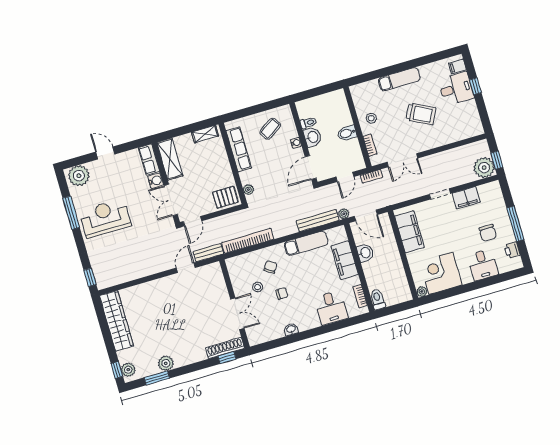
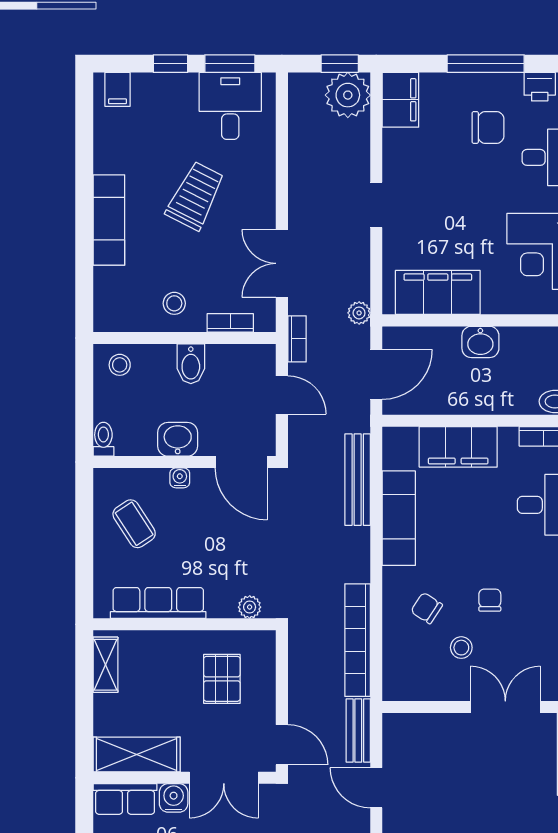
desk: (456, 89) -> (230, 106), moved
stool: (338, 102) -> (120, 365), added
window: (483, 112) -> (230, 64), added
toilet: (308, 123) -> (103, 439), moved
double door: (402, 160) -> (282, 263), swing flipped
pallet: (225, 197) -> (222, 679), moved
filing cabinet: (466, 198) -> (400, 100), moved
plant: (344, 214) -> (359, 313), moved
washbasin: (365, 253) -> (480, 342), moved, turned 180

